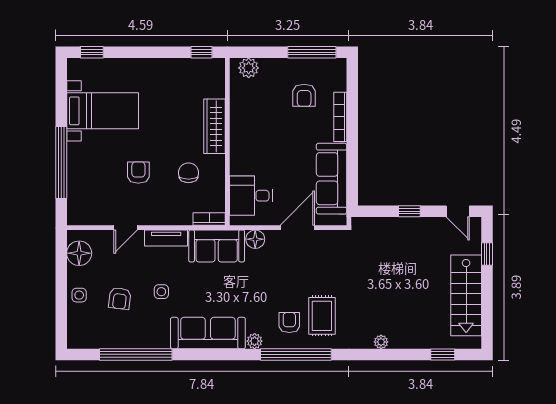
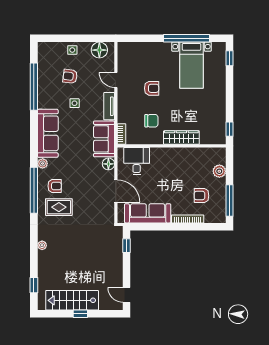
plant: (249, 68) -> (219, 171), moved
window: (61, 163) -> (186, 38), moved
window: (409, 211) -> (127, 246), moved
door: (458, 211) -> (127, 295), hinge flipped
window: (487, 254) -> (80, 314), moved

